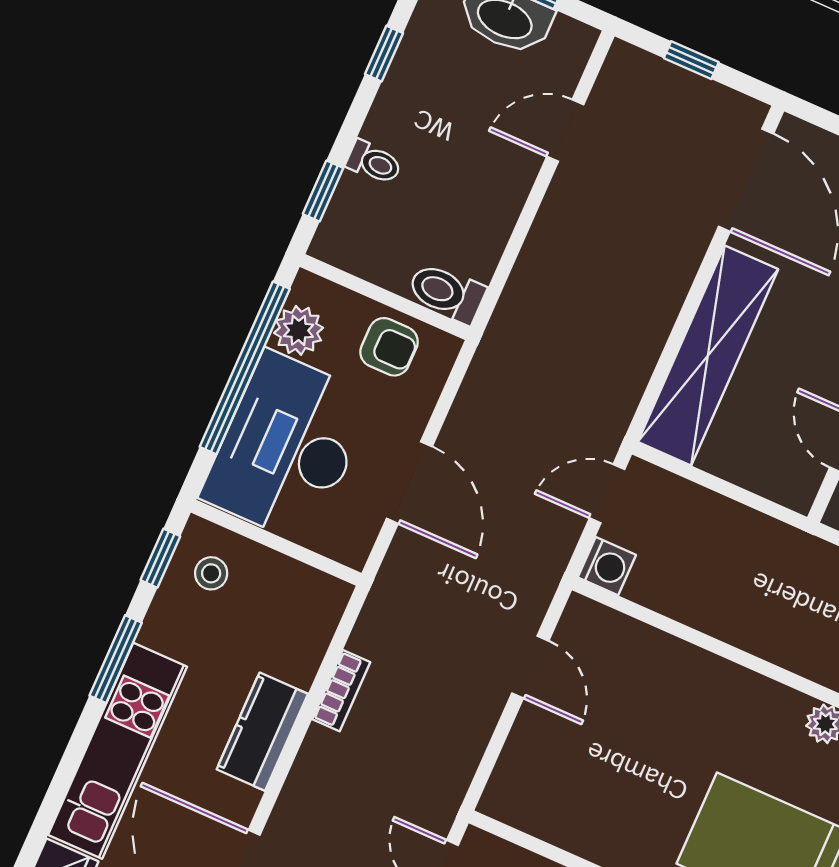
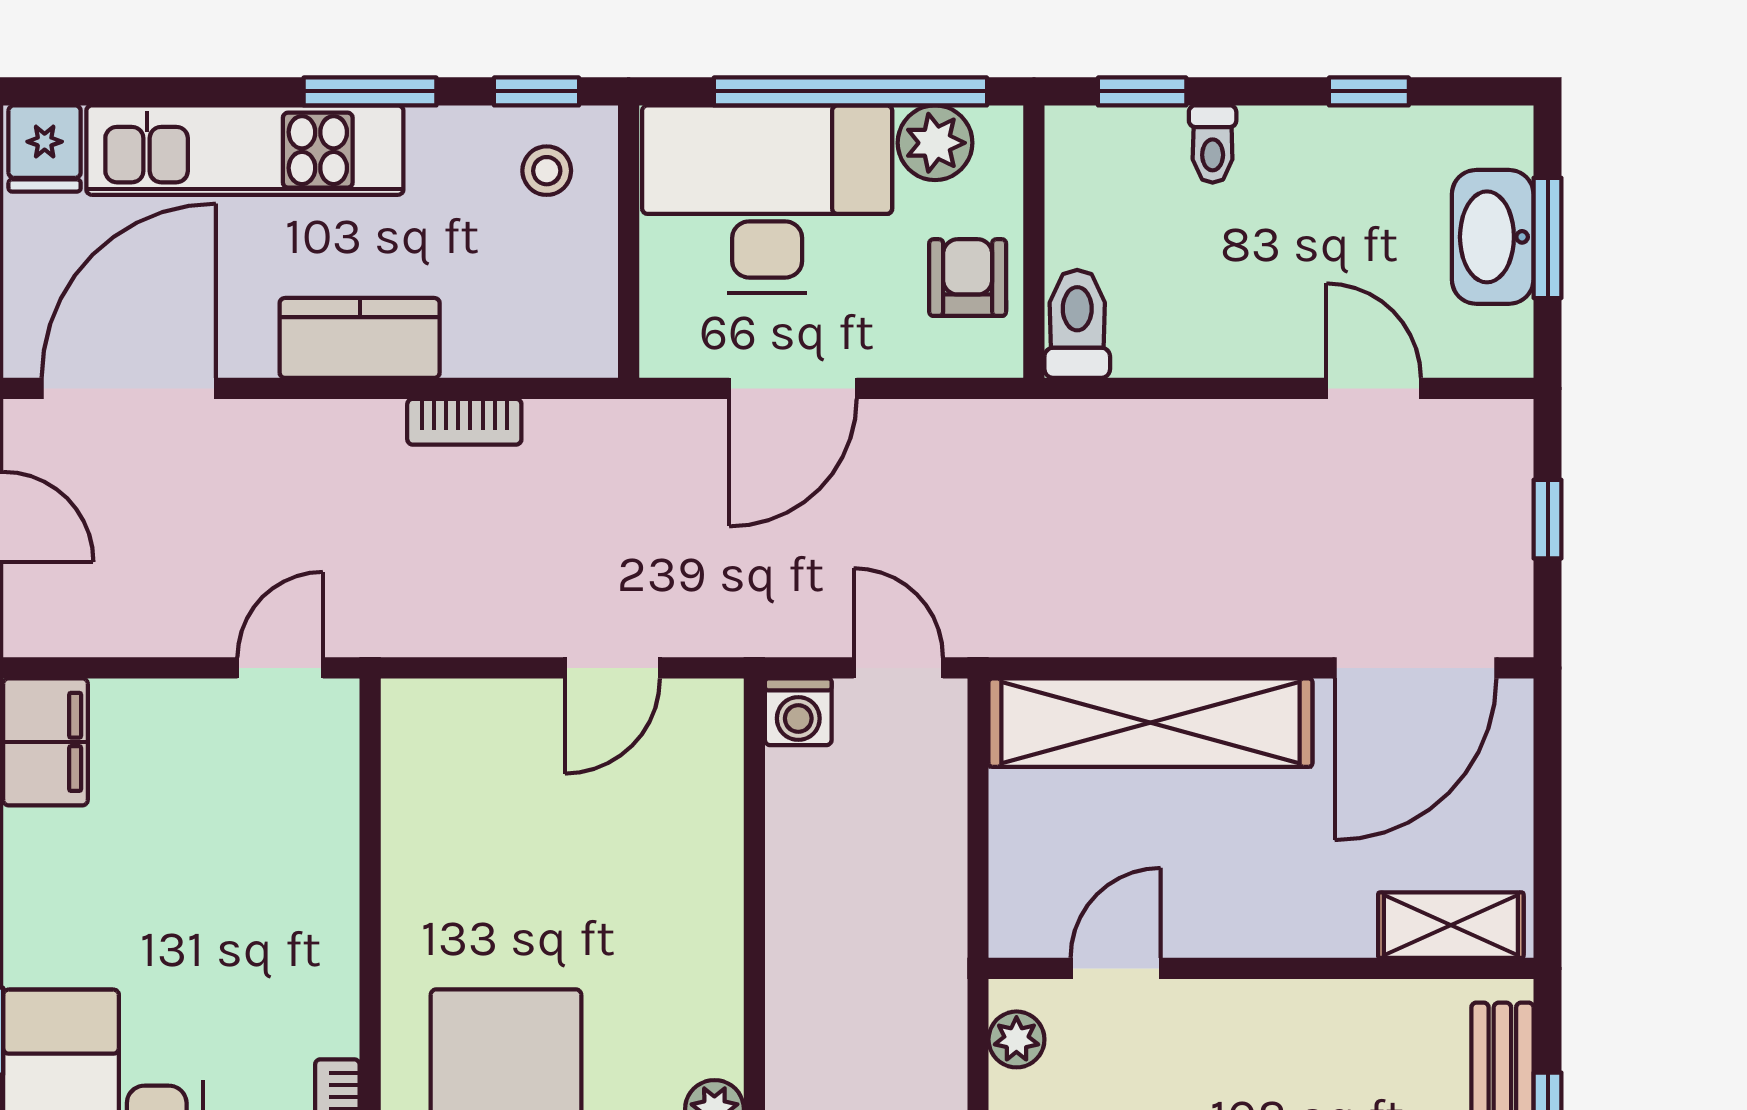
armchair: (389, 347) -> (968, 278), turned 180

